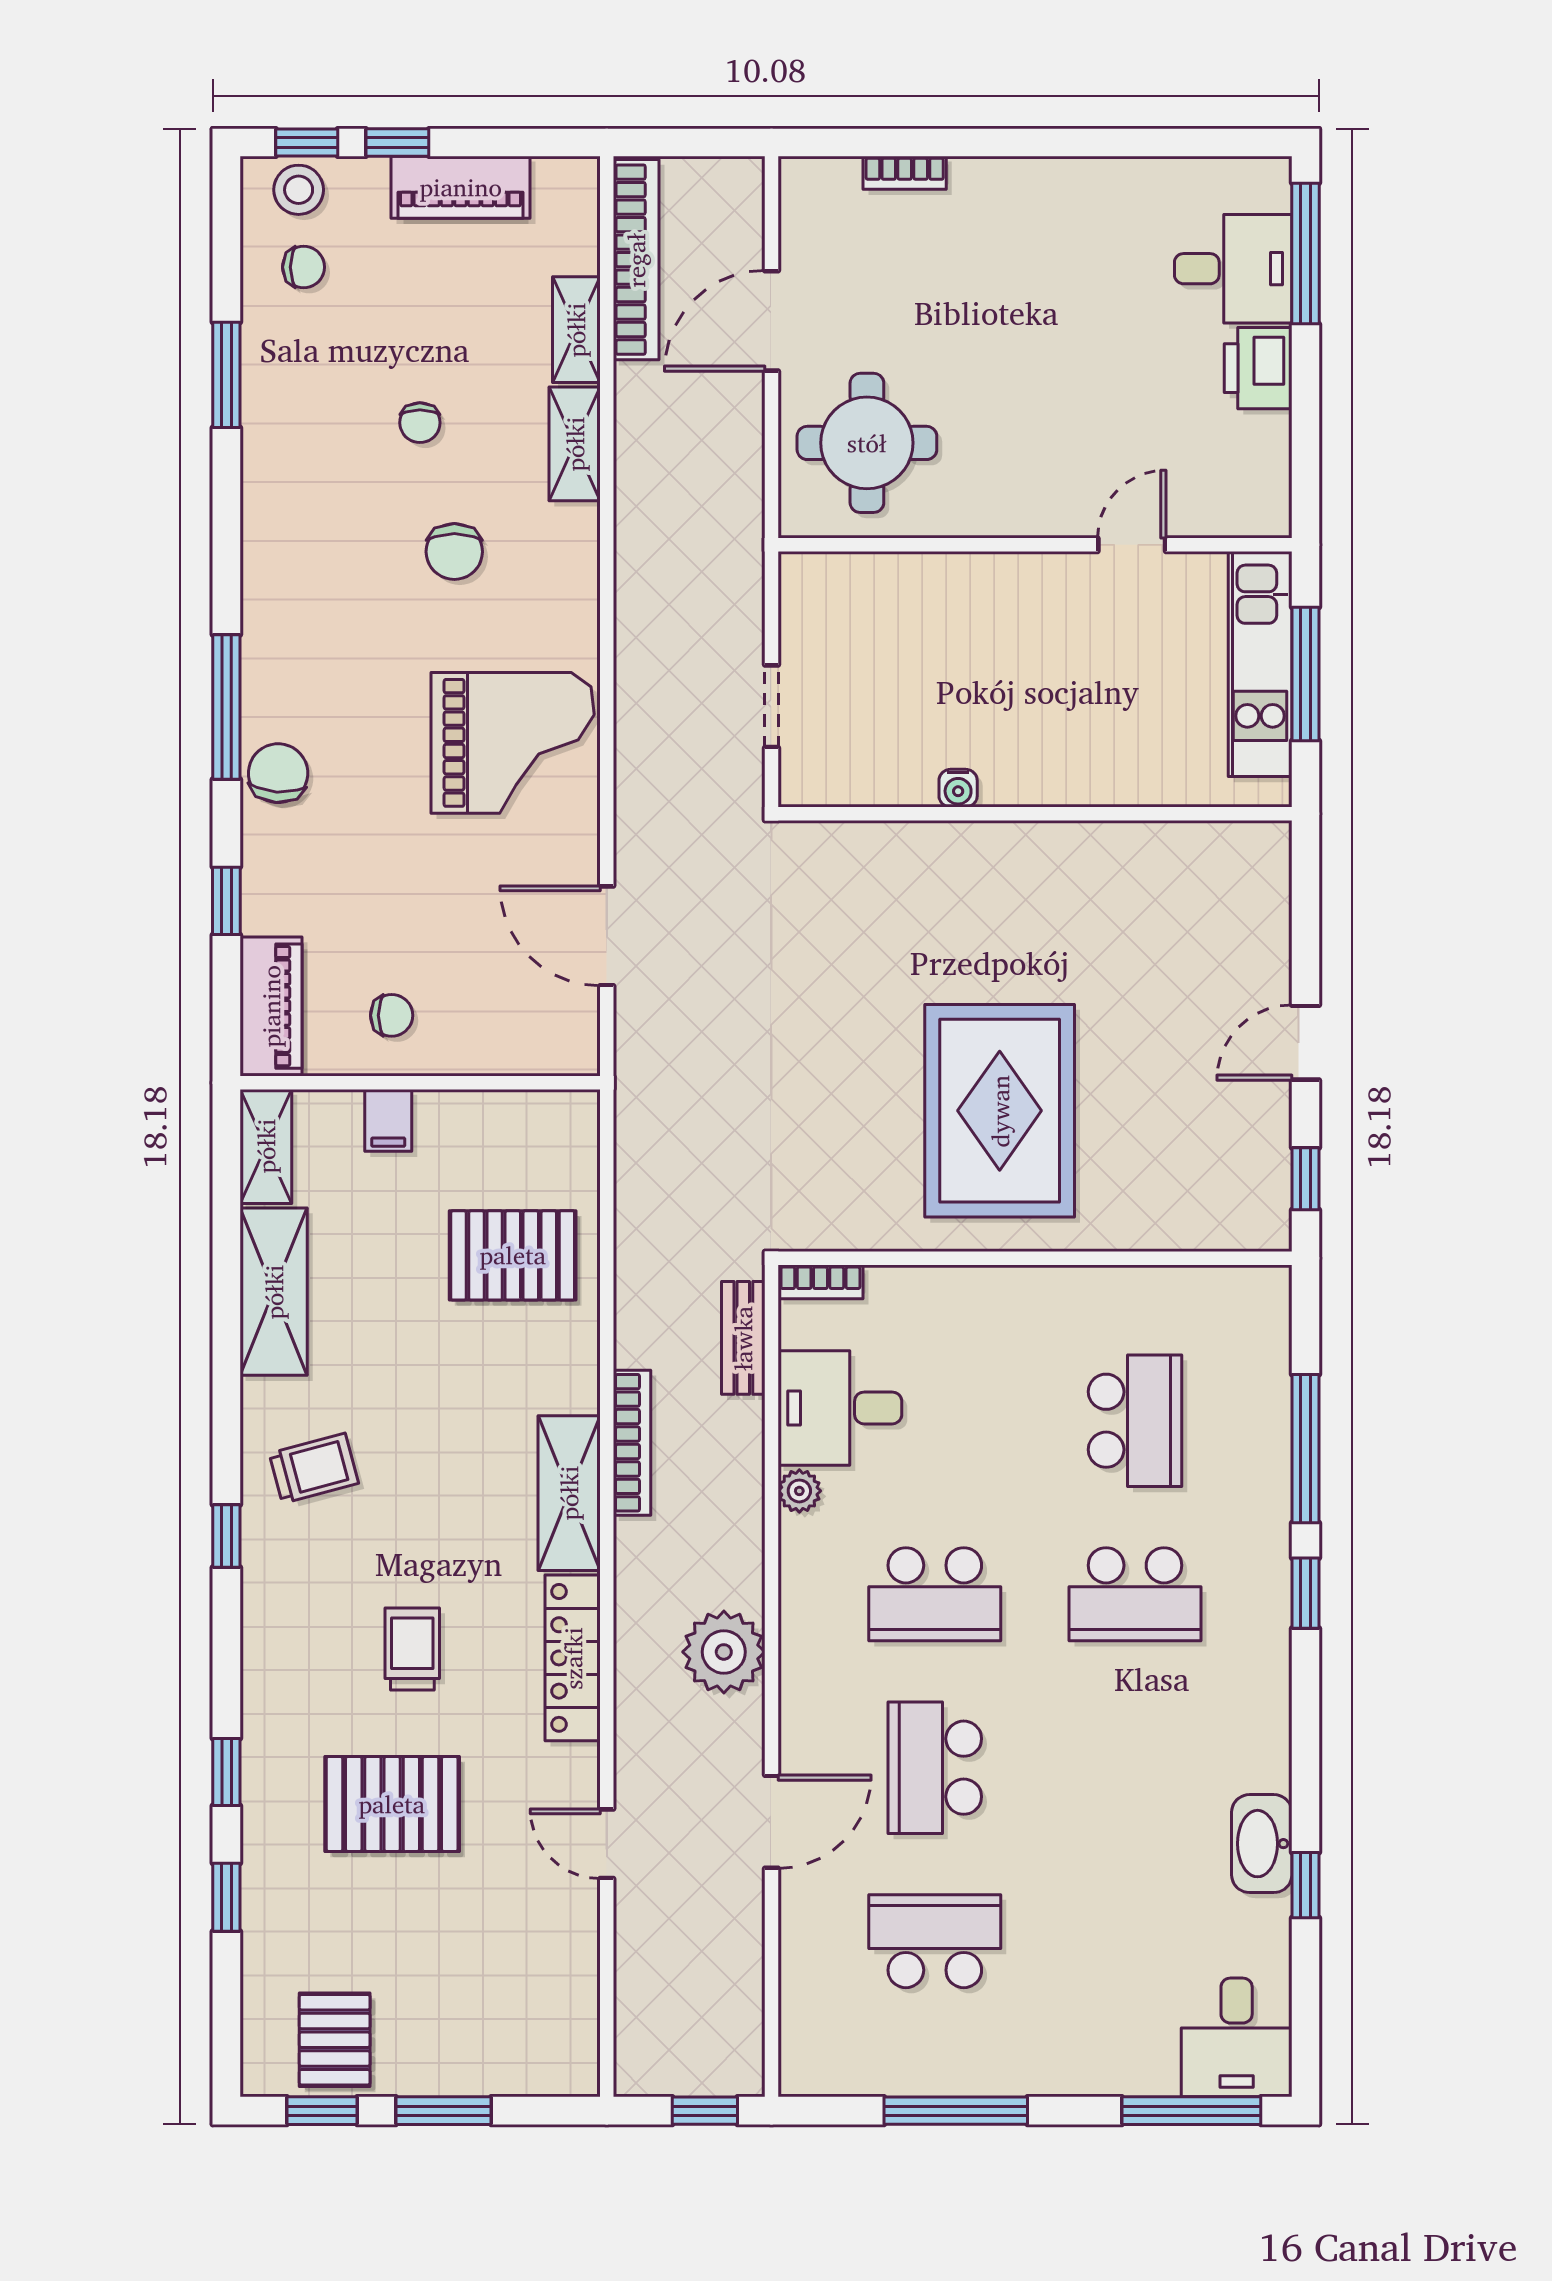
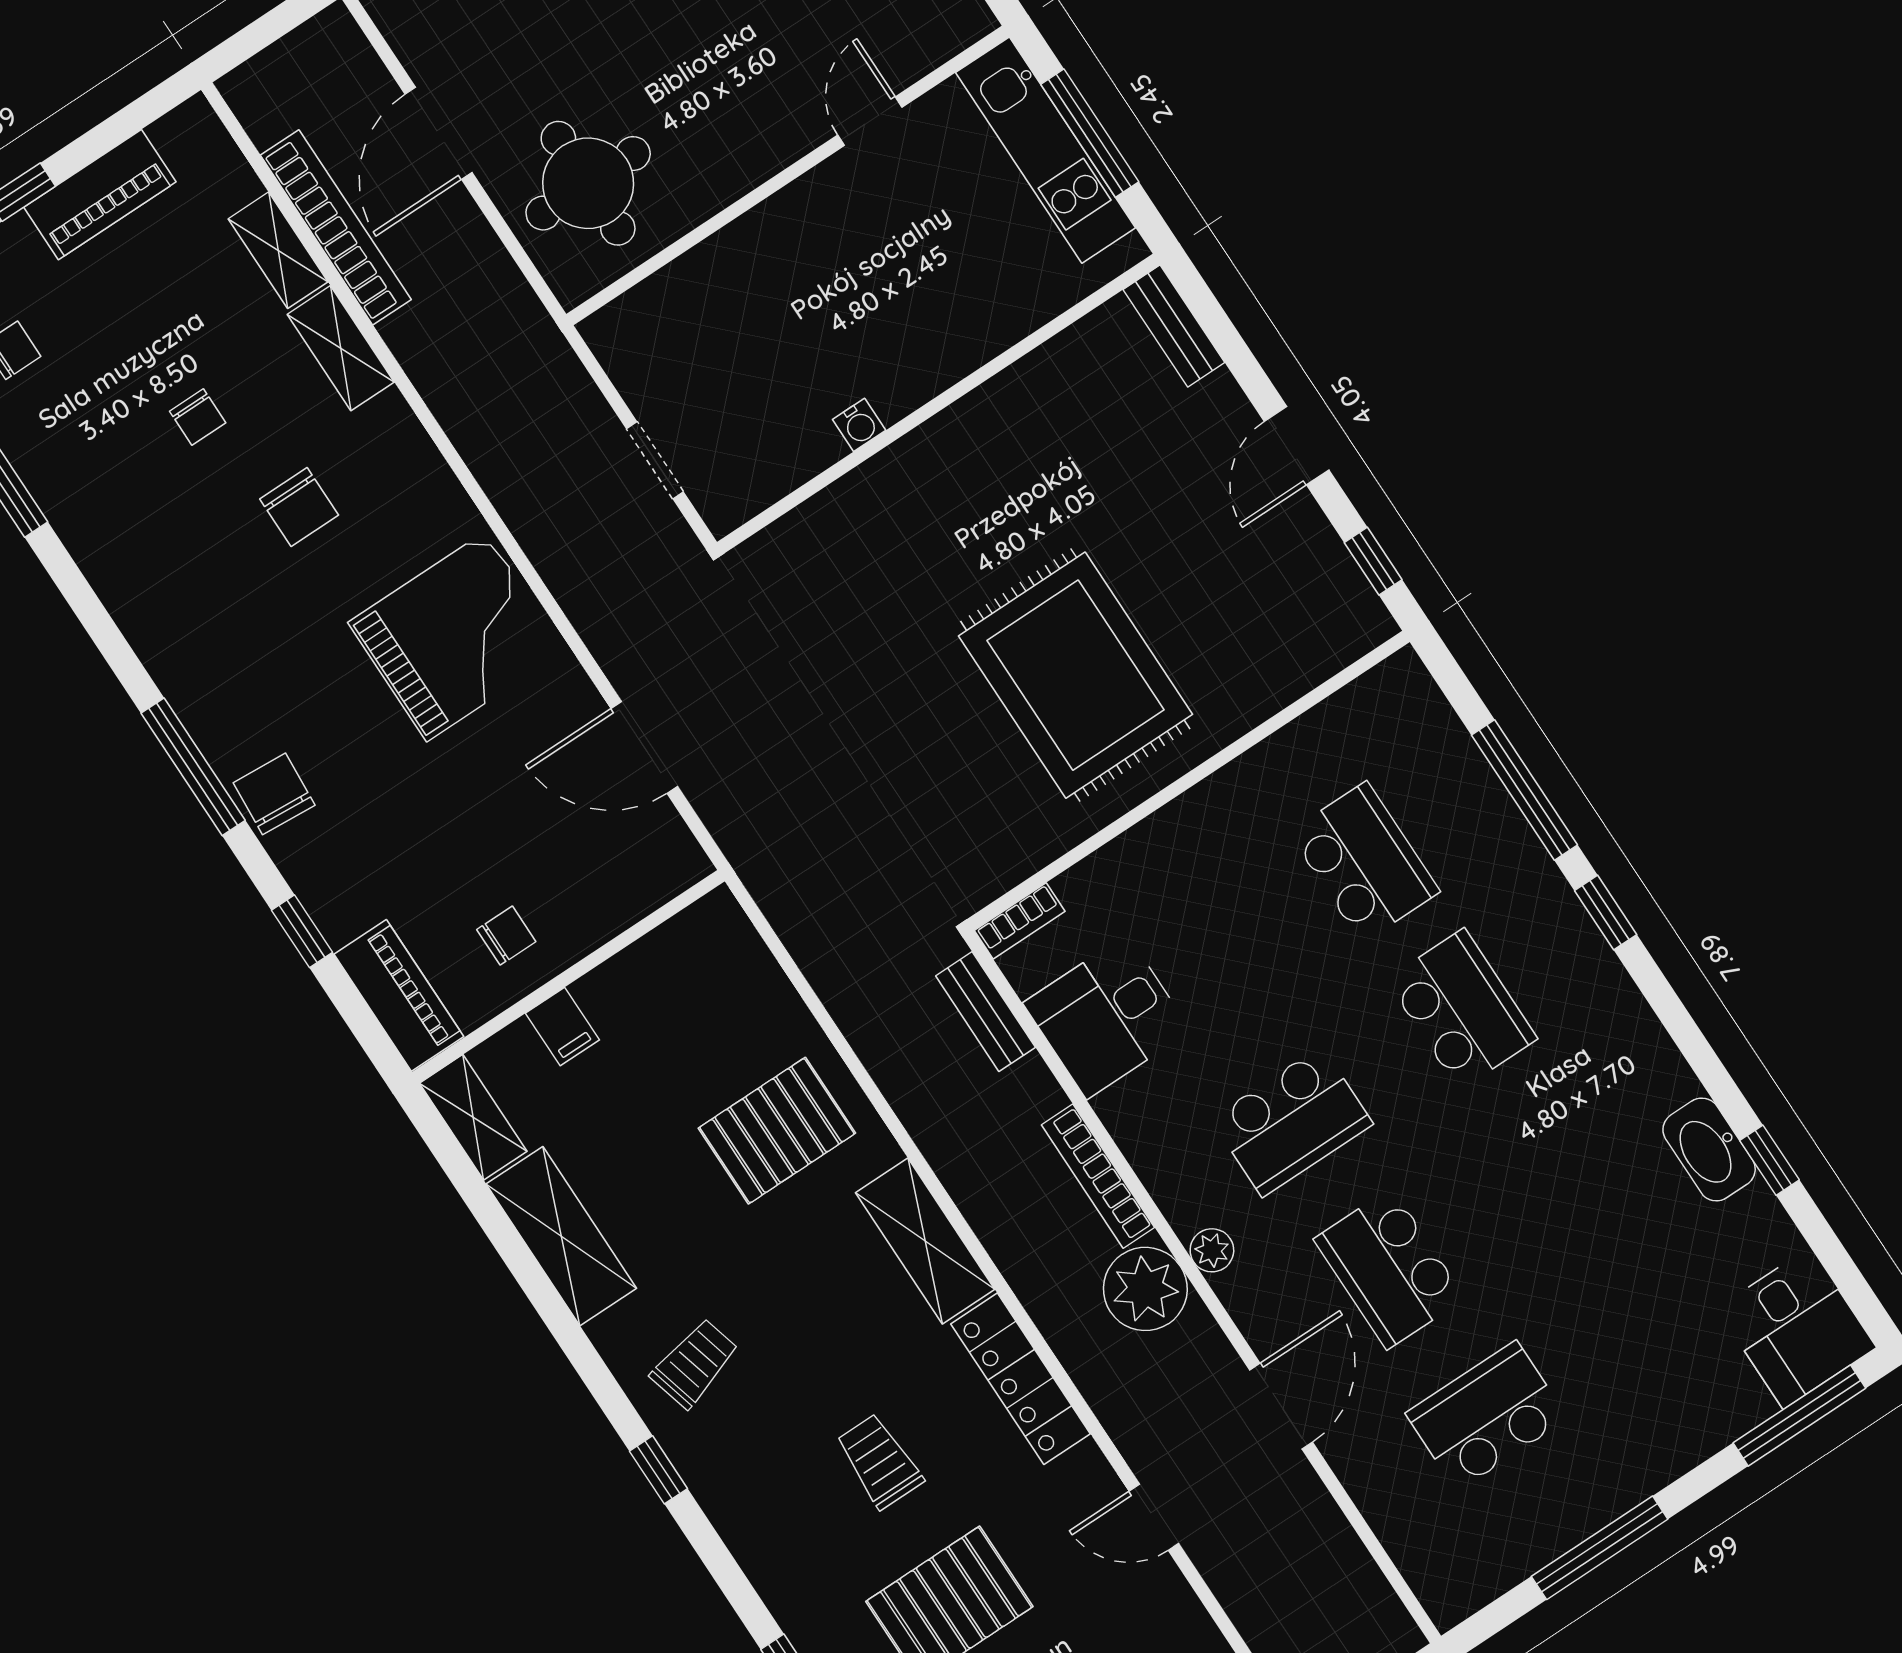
bookcase: (636, 260) -> (336, 227), moved
bench: (1270, 878) -> (1174, 326), added
pallet: (513, 1255) -> (777, 1131), moved
bookcase: (632, 1443) -> (1098, 1176), moved, turned 180
plant: (799, 1491) -> (1212, 1250), moved
school desk: (1135, 1594) -> (1462, 1009), turned -90

